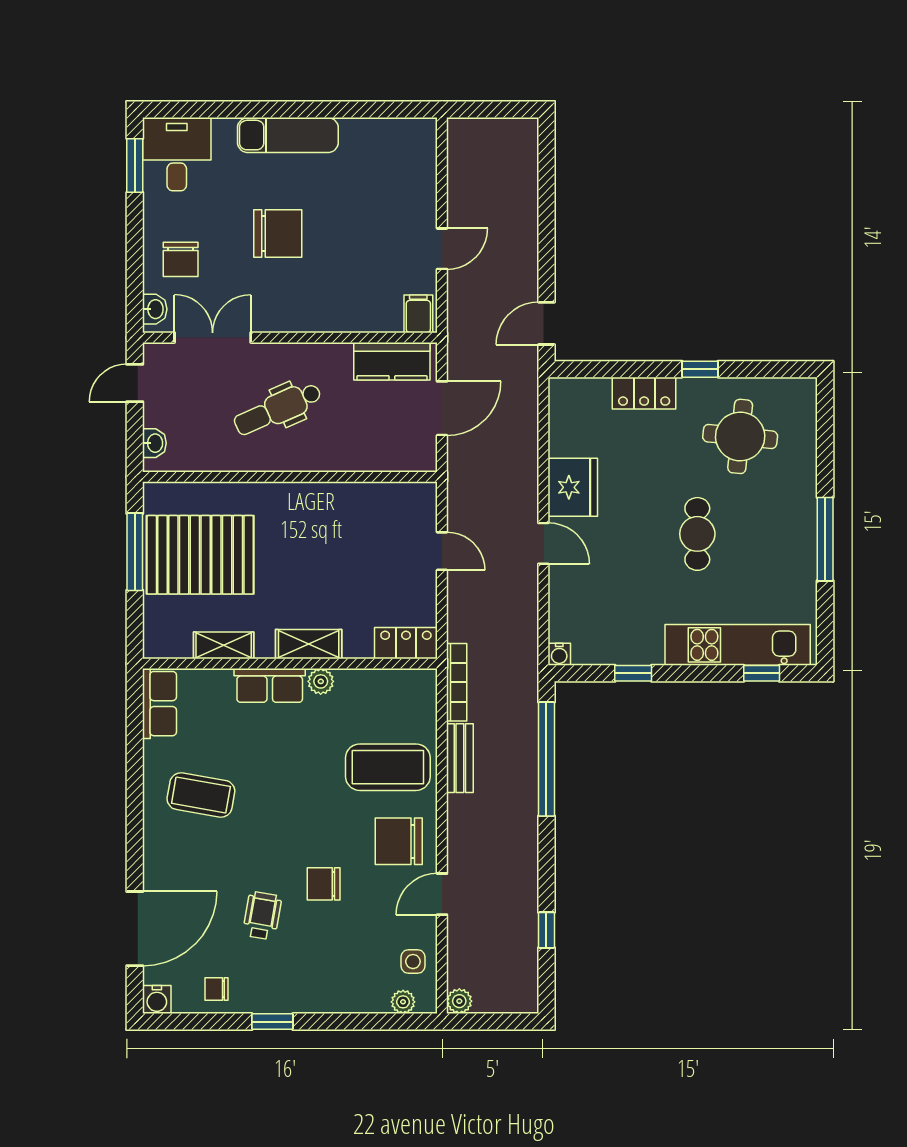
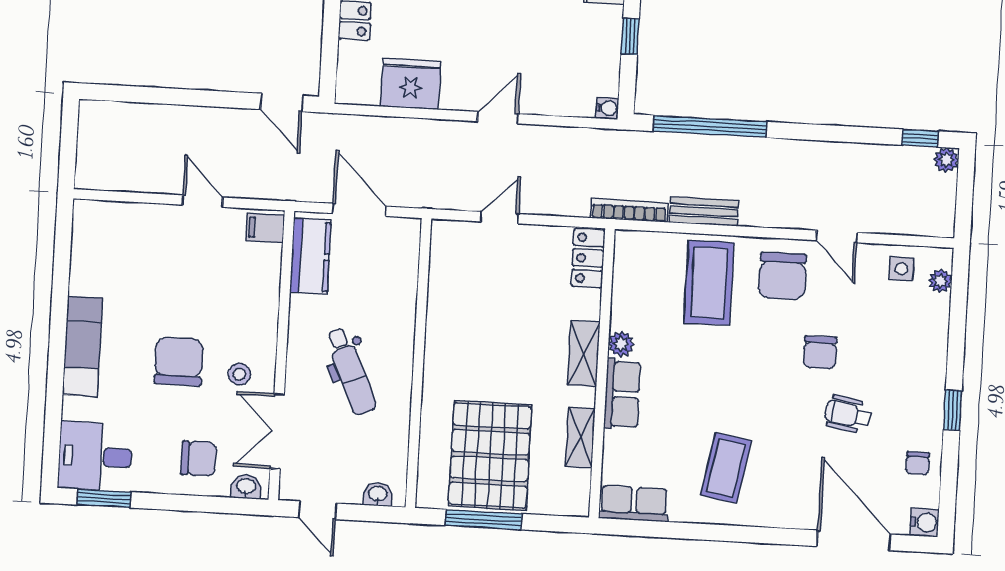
stool: (268, 296) -> (239, 374), added
fridge: (573, 487) -> (411, 84), moved
window: (546, 930) -> (920, 138), moved
plant: (459, 1001) -> (946, 160), moved

